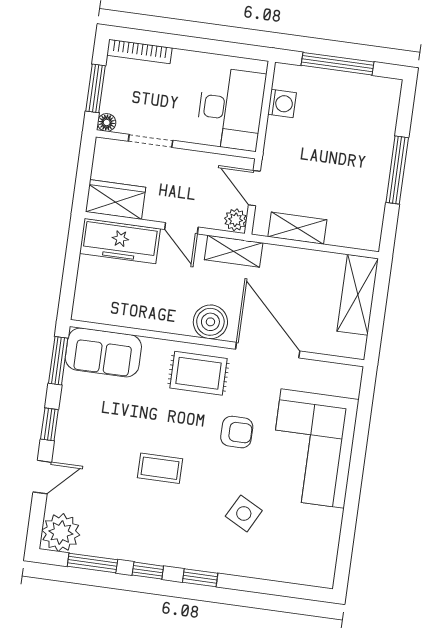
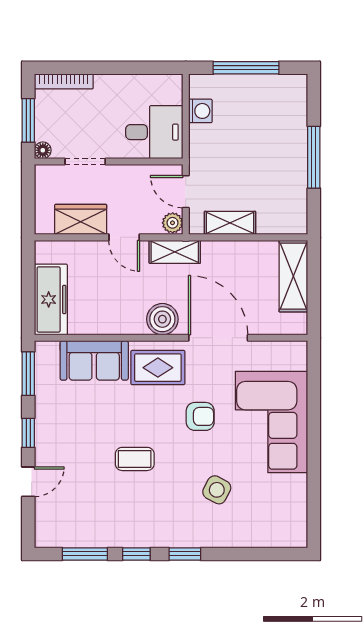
desk: (231, 109) -> (154, 132), width x0.73
wardrobe: (116, 199) -> (81, 219), moved
freezer: (120, 241) -> (51, 299), moved, turned -90
sofa: (103, 352) -> (94, 360), moved
plant: (61, 532) -> (52, 530), removed

